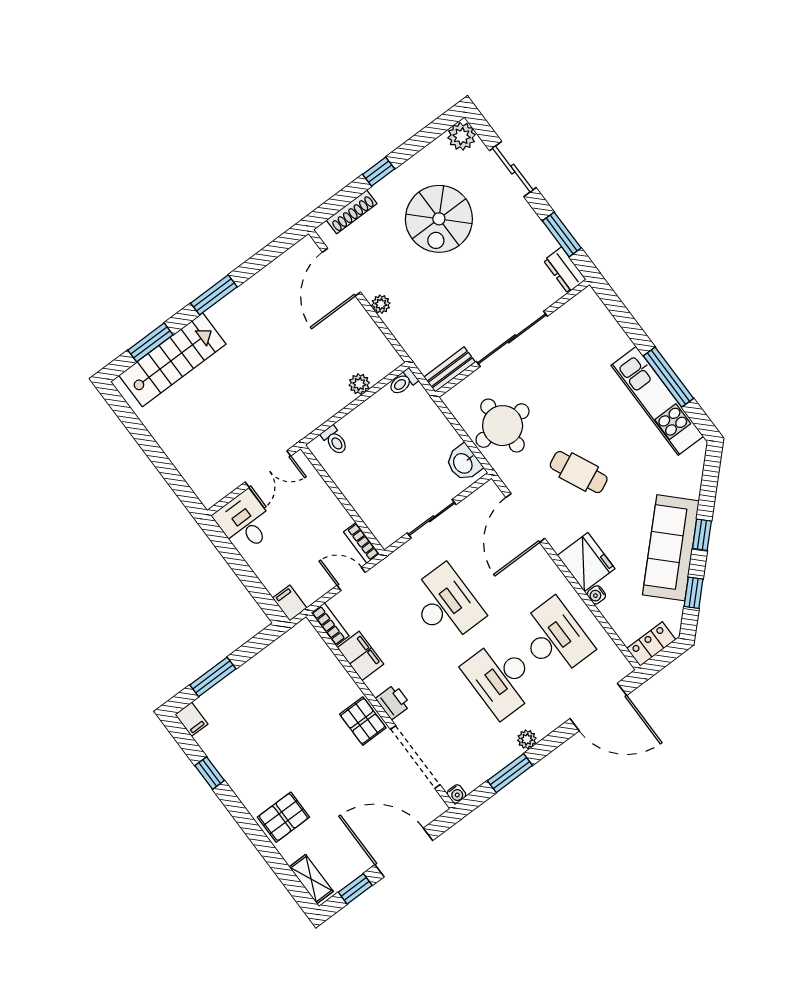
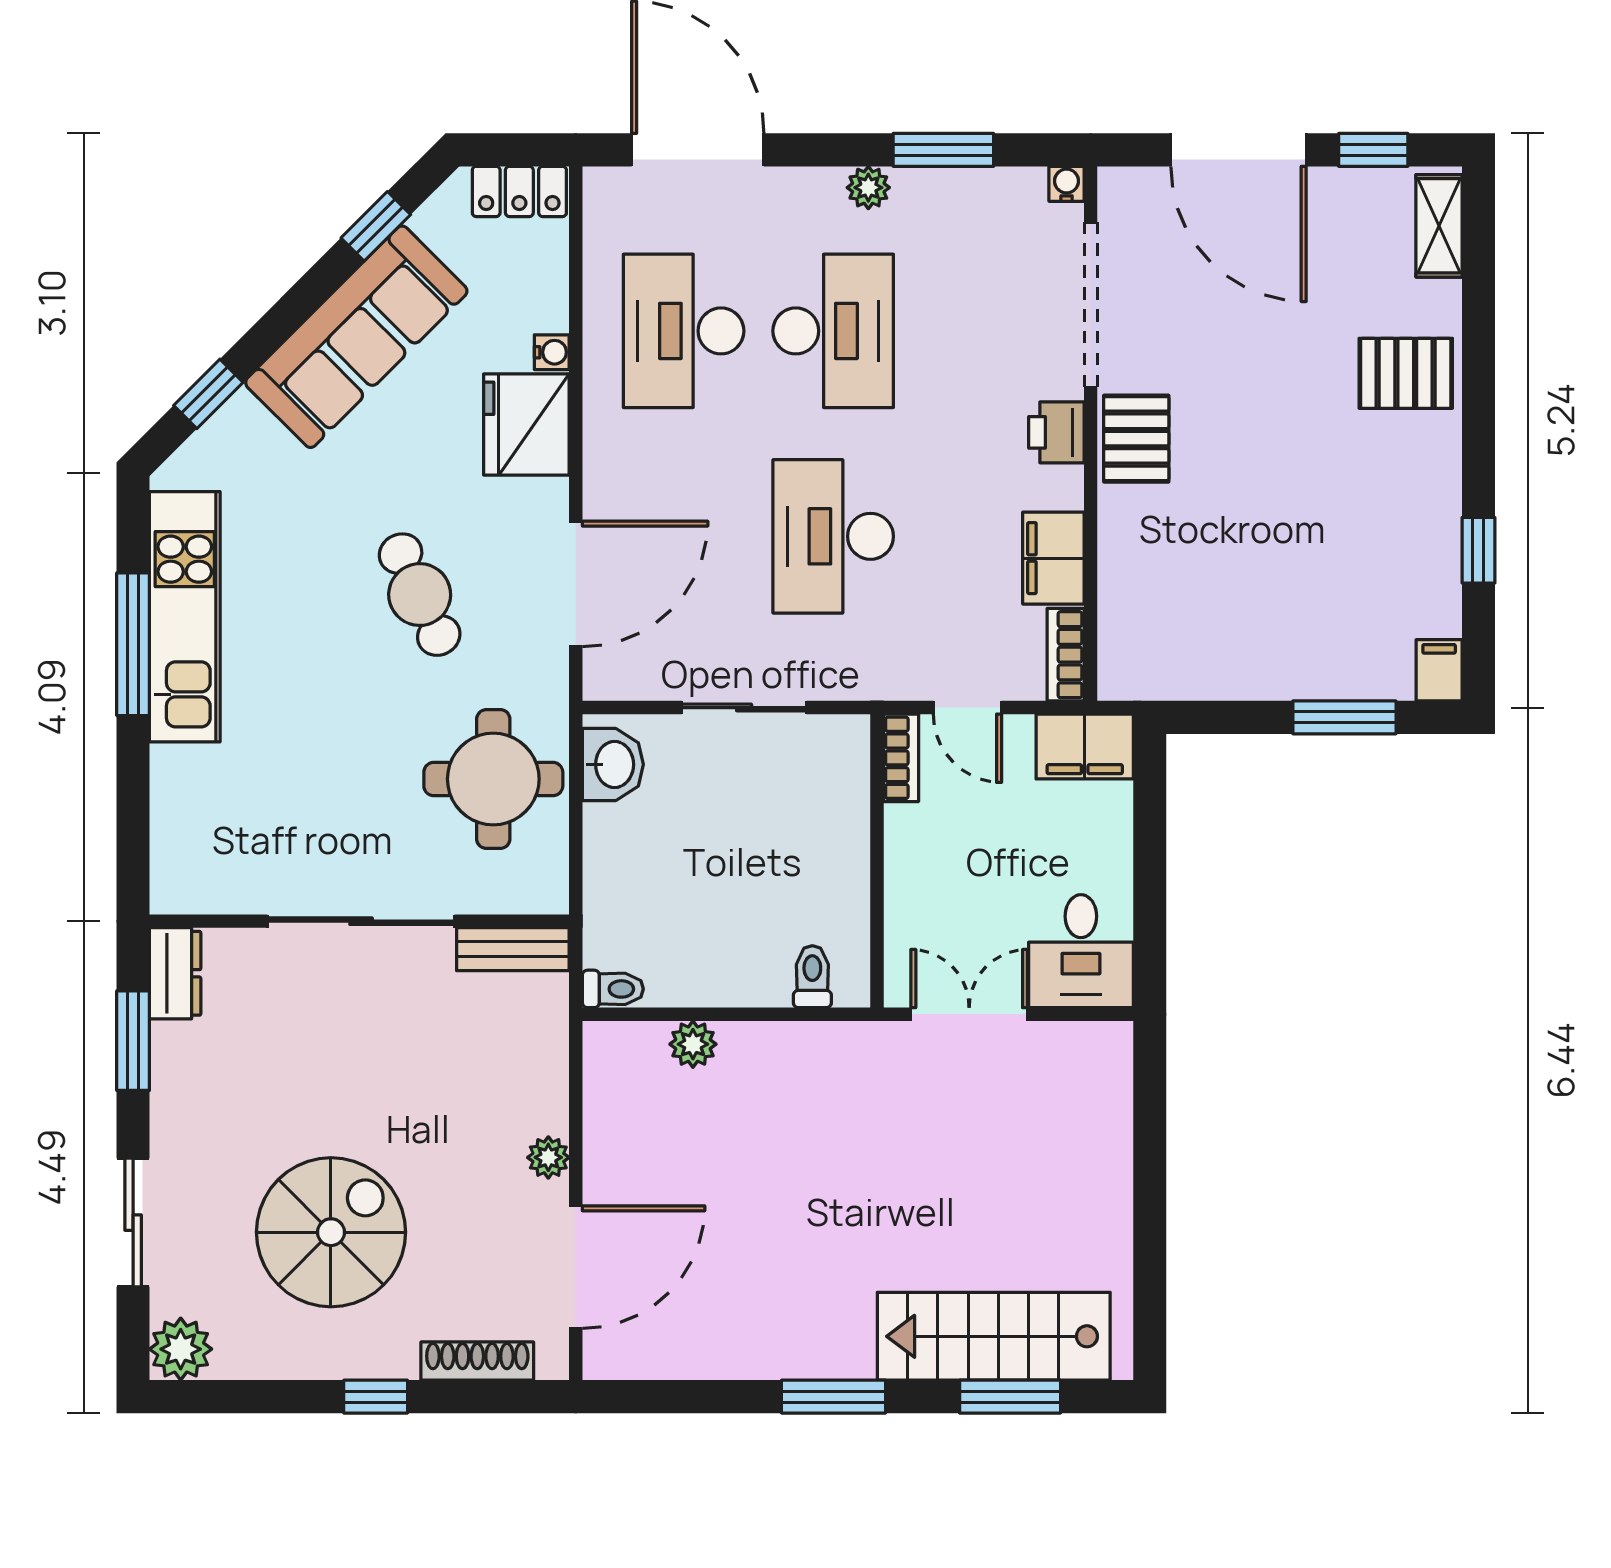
window: (702, 535) -> (208, 394), moved
filing cabinet: (290, 603) -> (1085, 747), width x2.00

